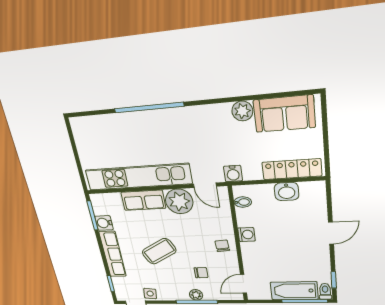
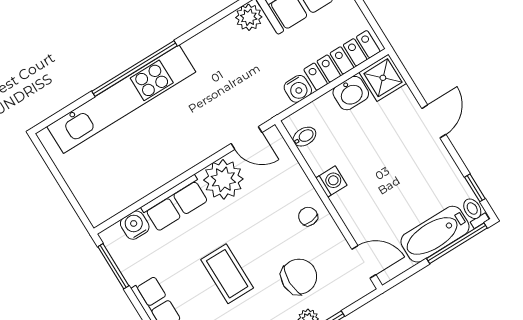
water cooler: (233, 174) -> (298, 89), moved
kitchen unit: (138, 177) -> (121, 99), moved, turned 180
shower: (313, 193) -> (383, 78), added
water cooler: (104, 223) -> (135, 225), moved, turned 90
coffee table: (159, 251) -> (227, 274), turned -62
chair: (201, 273) -> (299, 277), width x1.87, depth x1.87
door: (243, 284) -> (364, 262), swing flipped

